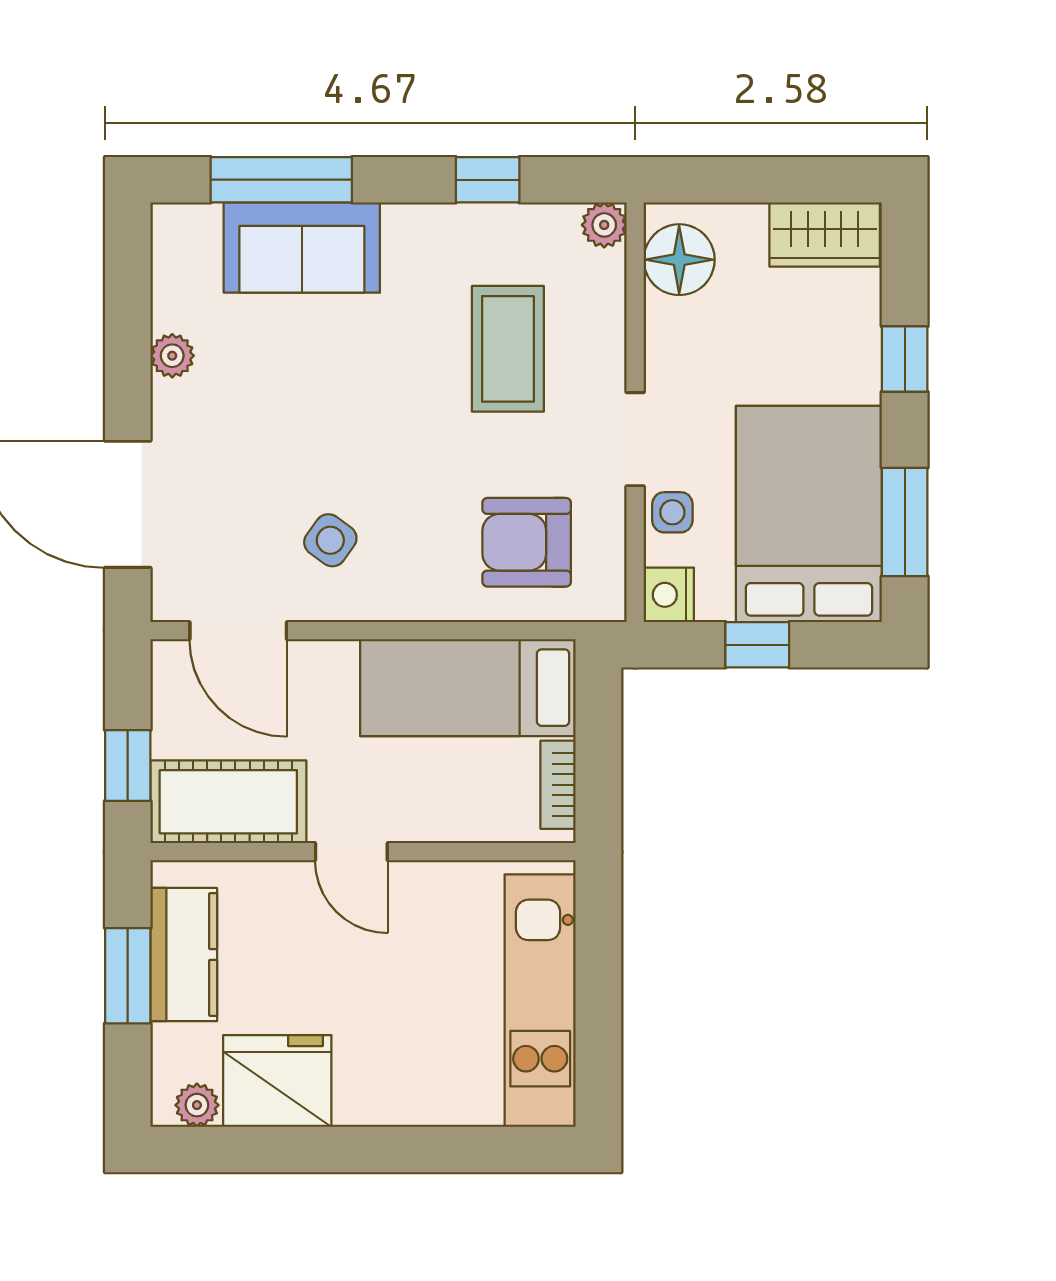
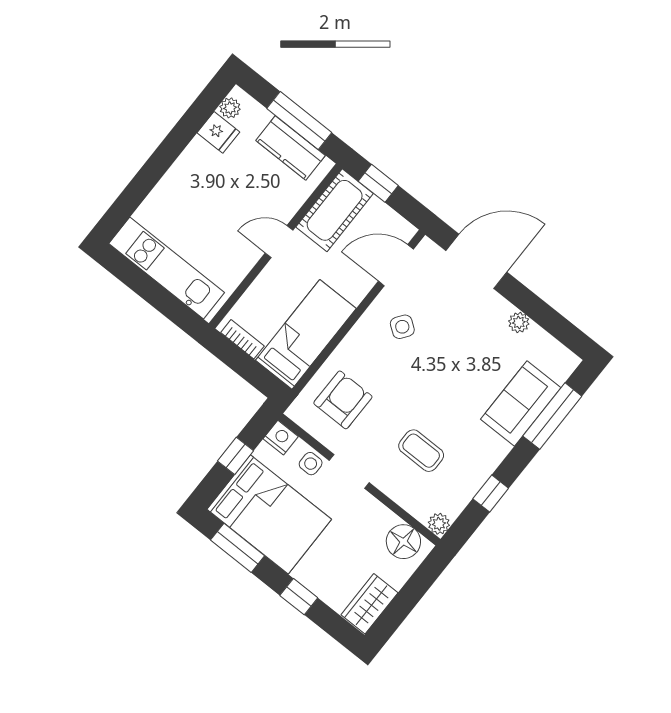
coffee table: (508, 349) -> (421, 451), width x0.73, depth x0.77
window: (128, 976) -> (299, 121), width x1.44
fridge: (277, 1081) -> (218, 132), width x0.53, depth x0.75

